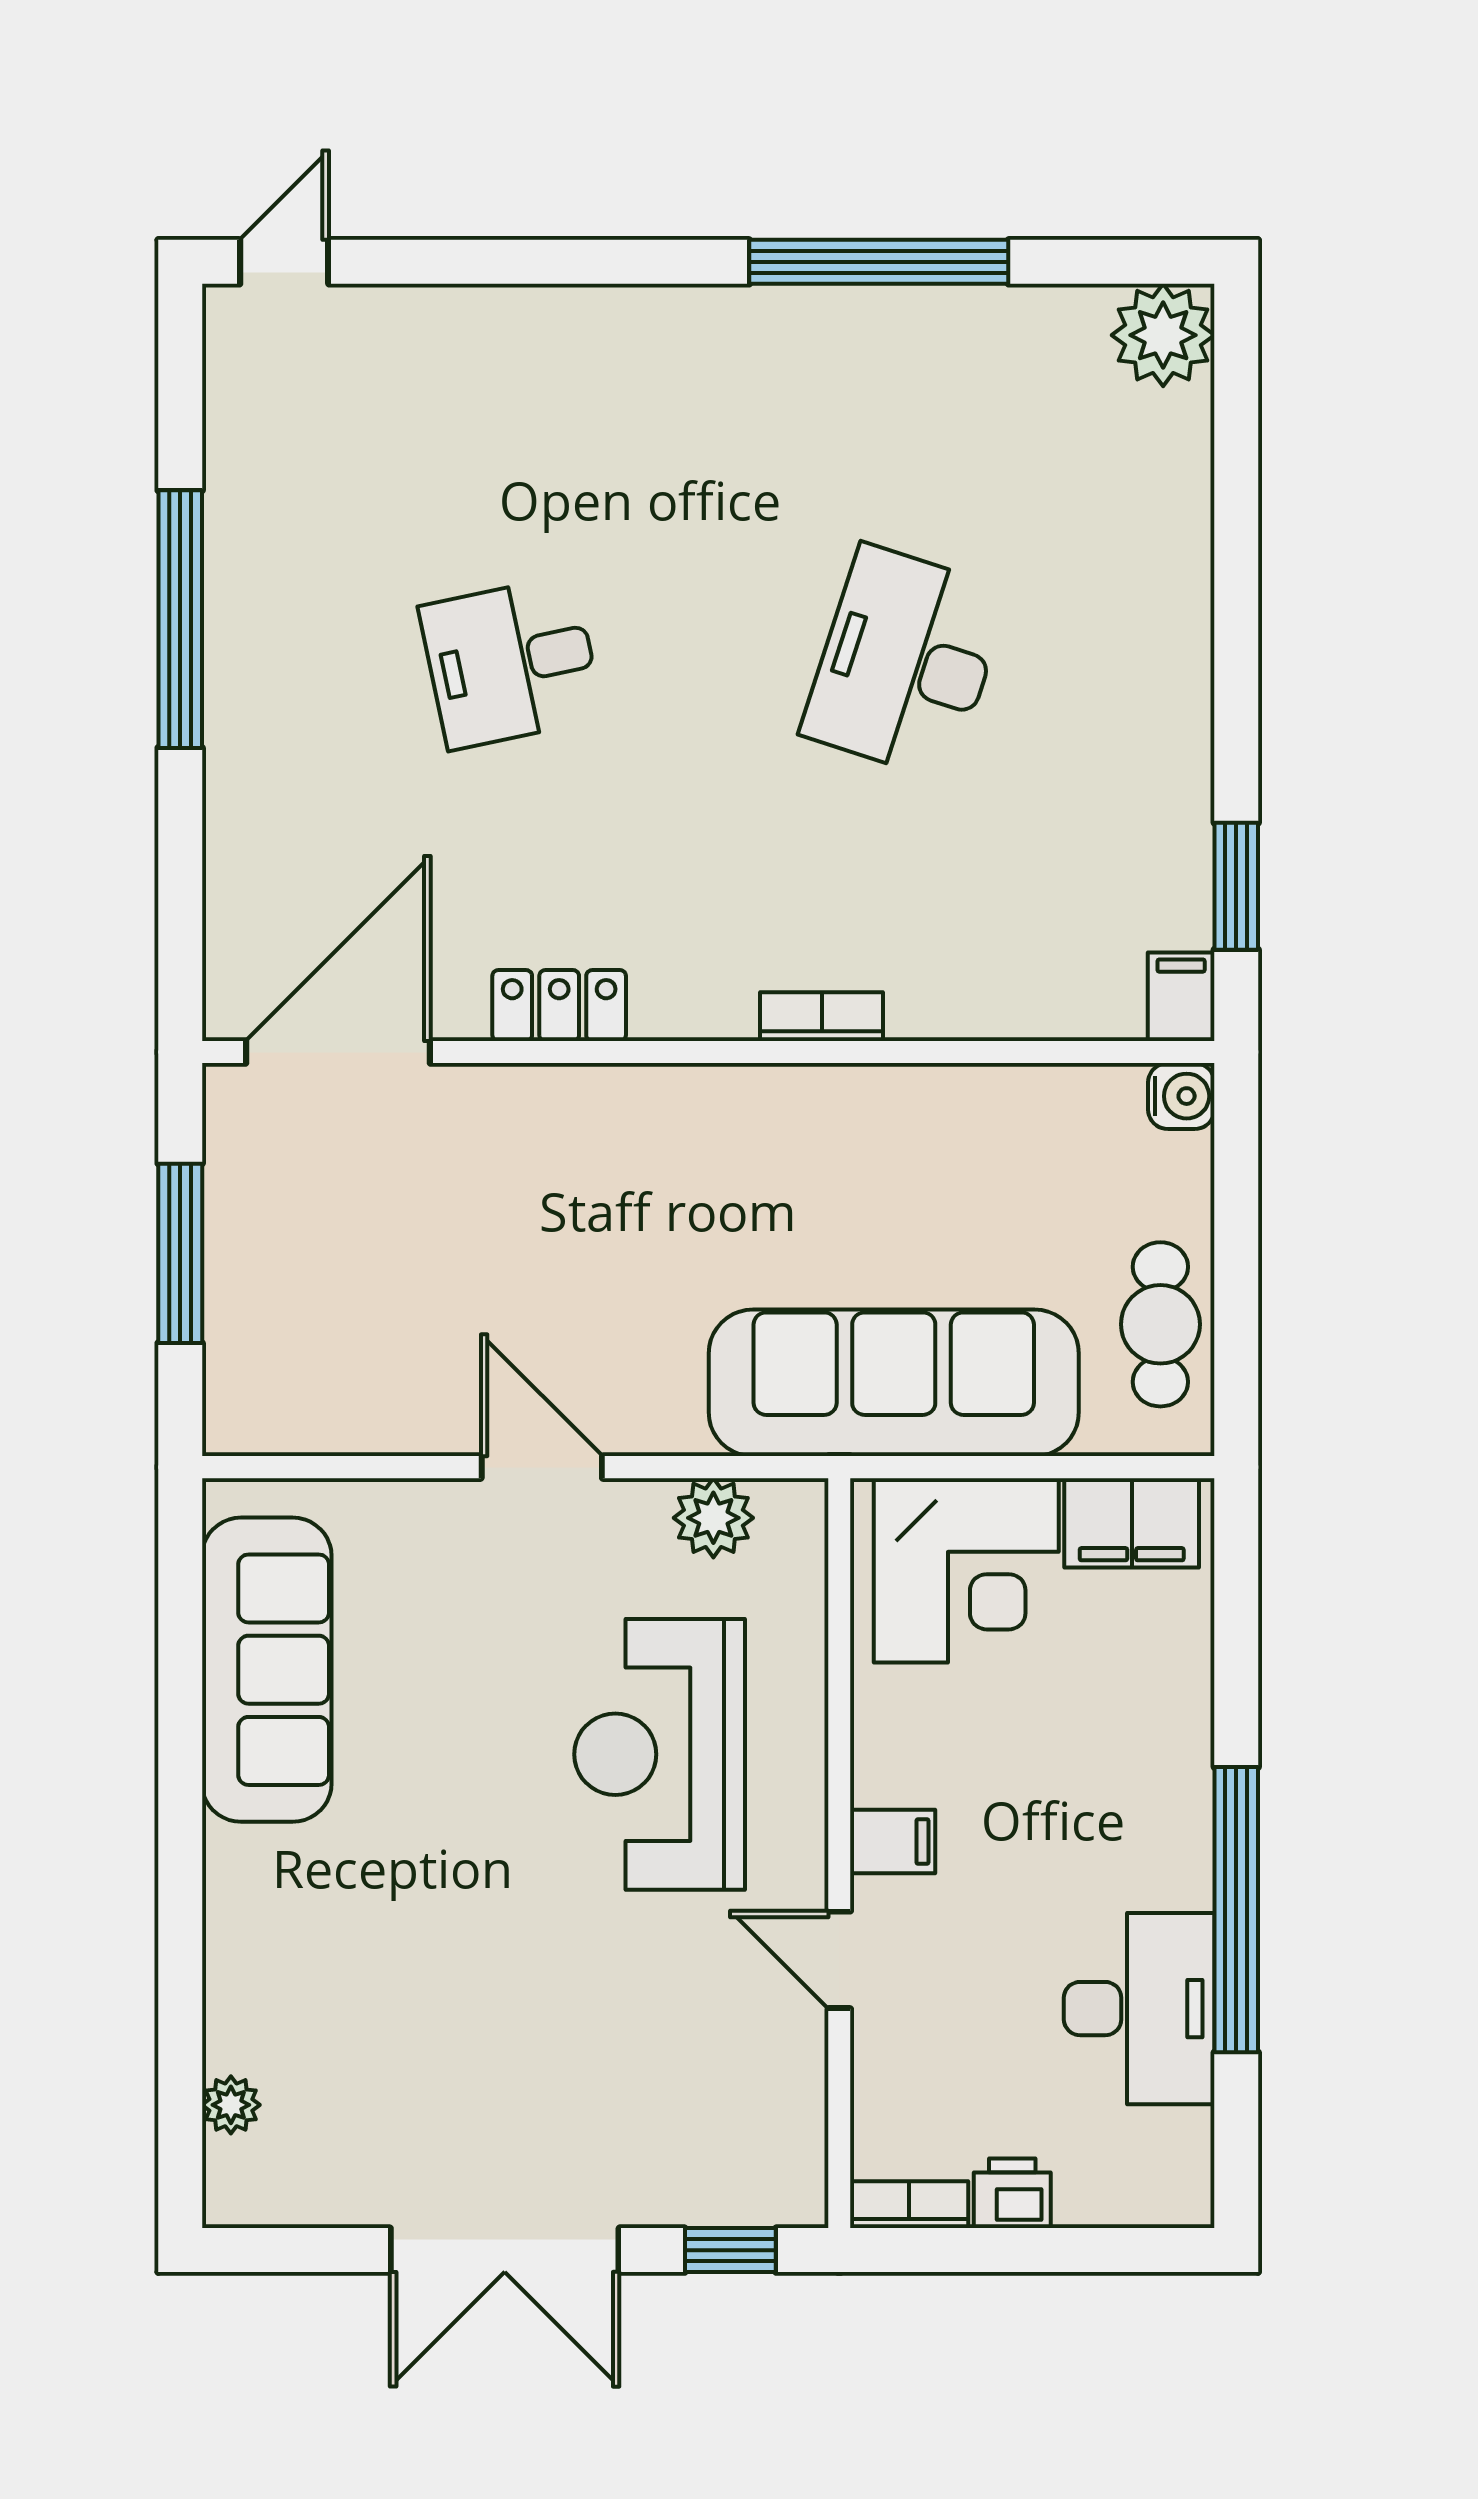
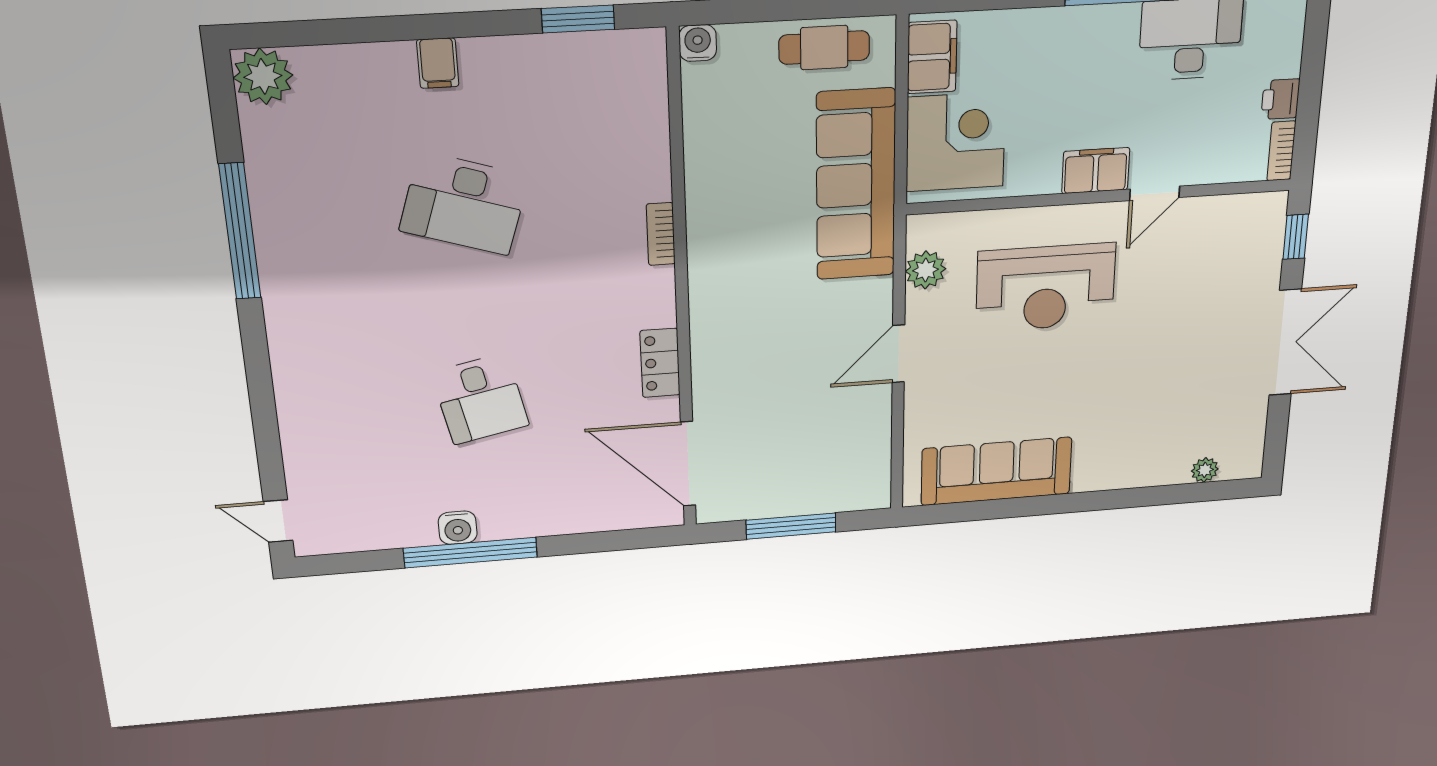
water cooler: (238, 599) -> (458, 528), added
filing cabinet: (1181, 997) -> (438, 63), moved, turned -90
filing cabinet: (893, 1842) -> (1096, 171), width x2.00

